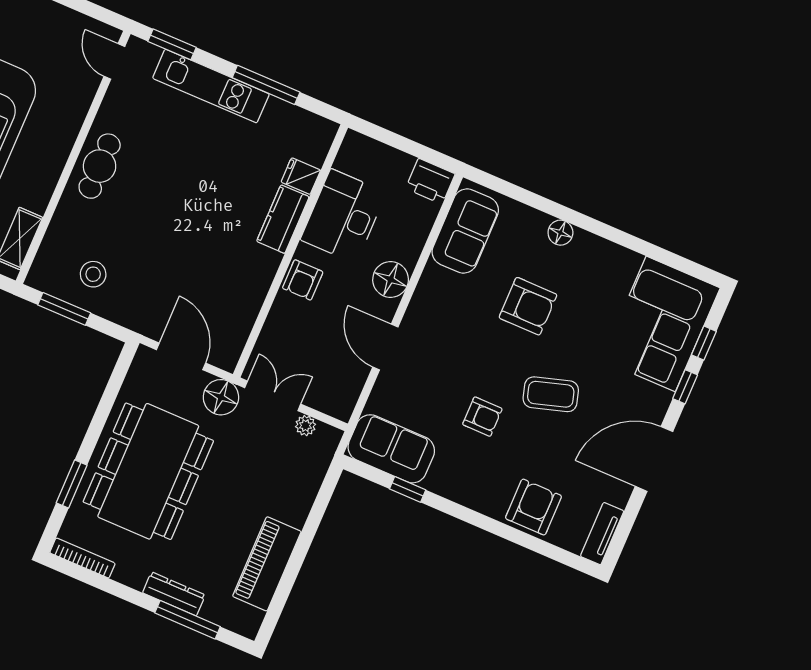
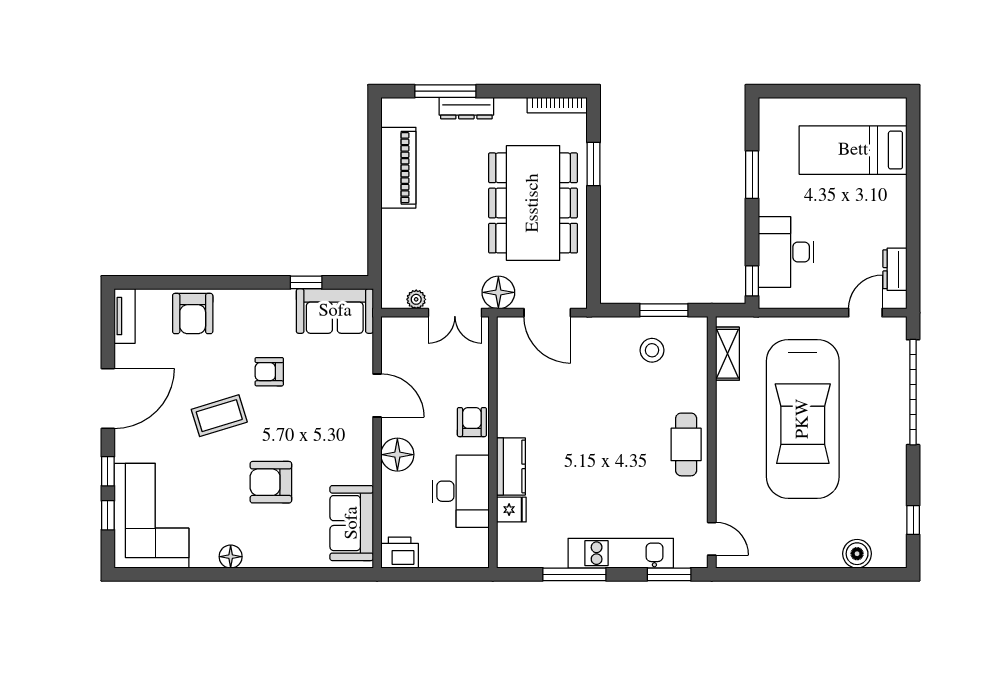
floor lamp: (560, 233) -> (231, 557), moved

